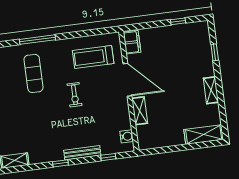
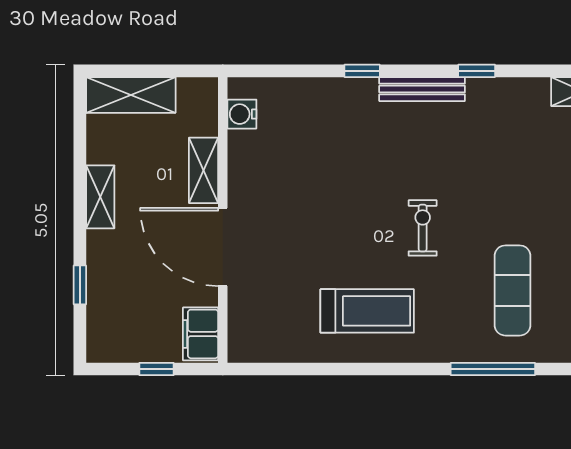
filing cabinet: (132, 42) -> (201, 334), moved
door: (127, 80) -> (223, 247), moved
wall: (129, 91) -> (223, 220), moved
shelving: (140, 111) -> (204, 170), moved
water cooler: (127, 136) -> (242, 114), moved

